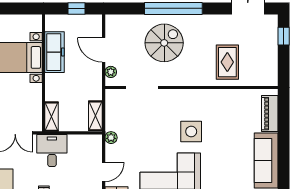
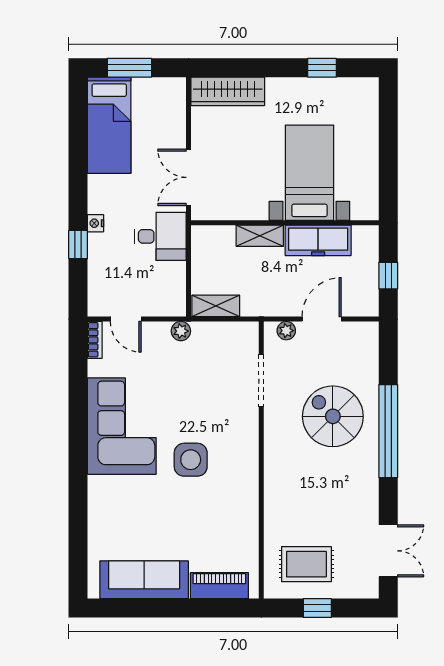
window: (284, 36) -> (317, 608), moved
spiral stairs: (164, 43) -> (333, 416), turned 180
rug: (227, 62) -> (306, 564), moved
shelving: (52, 117) -> (260, 236), moved

